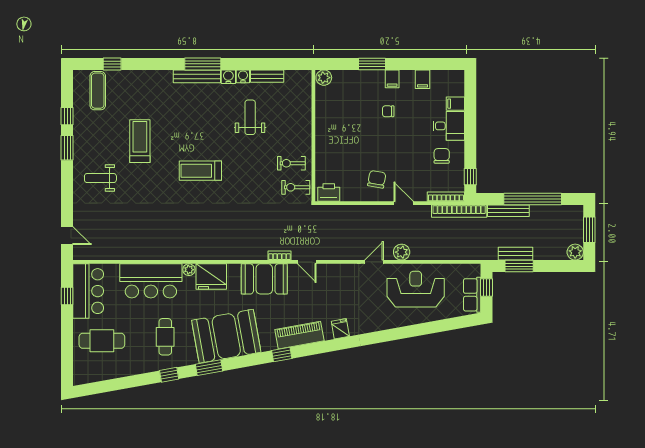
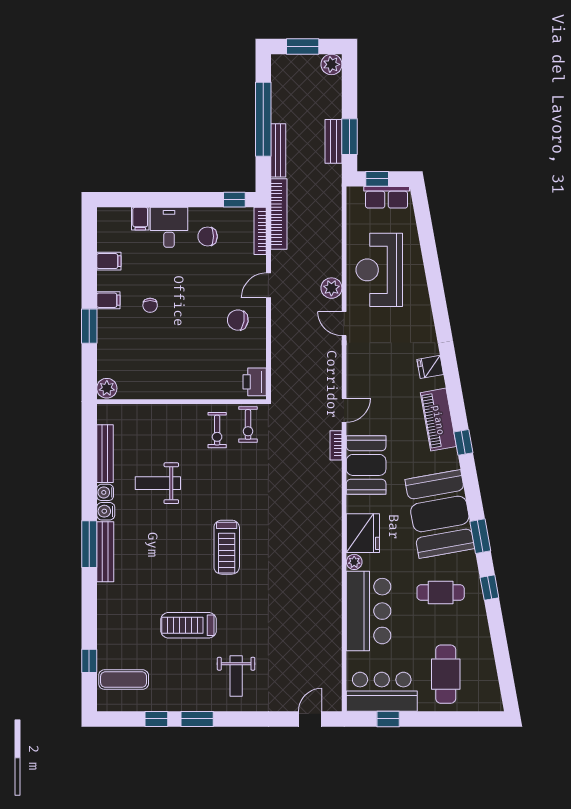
bench: (267, 76) -> (105, 454), width x1.36

